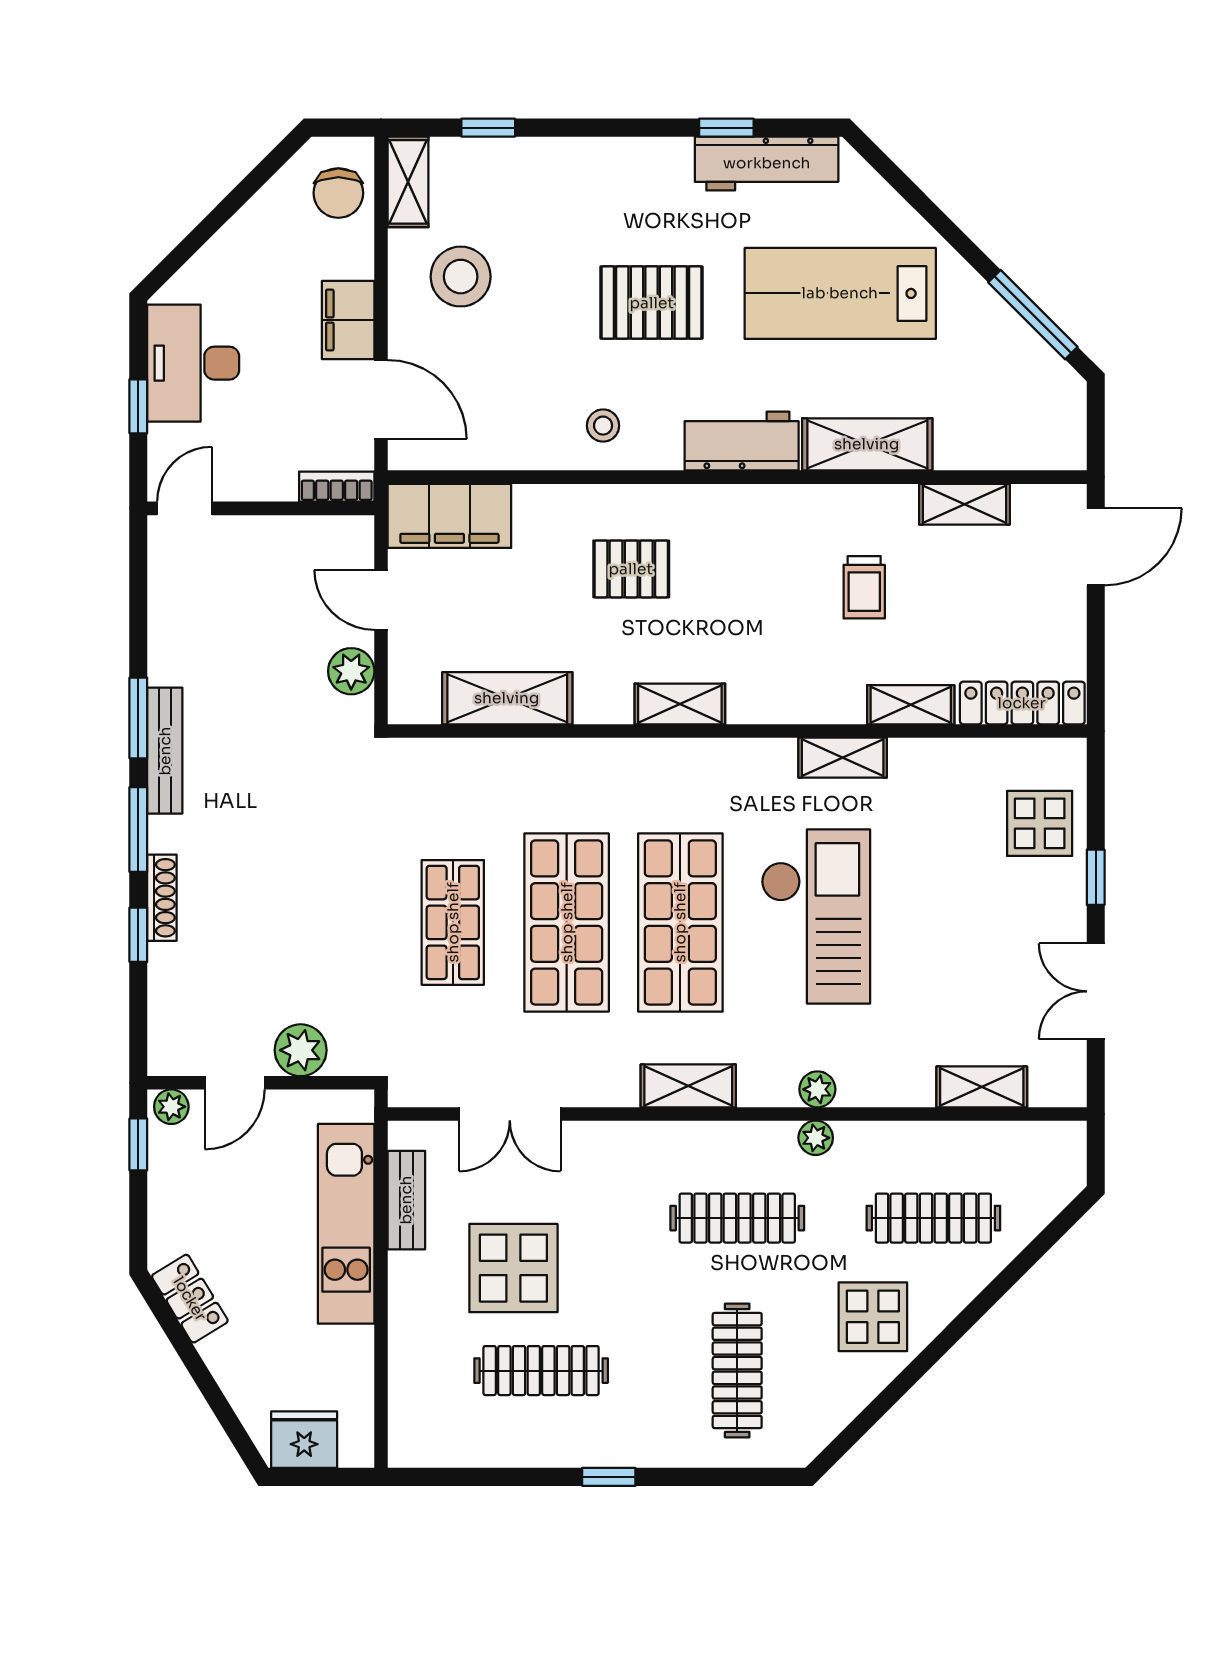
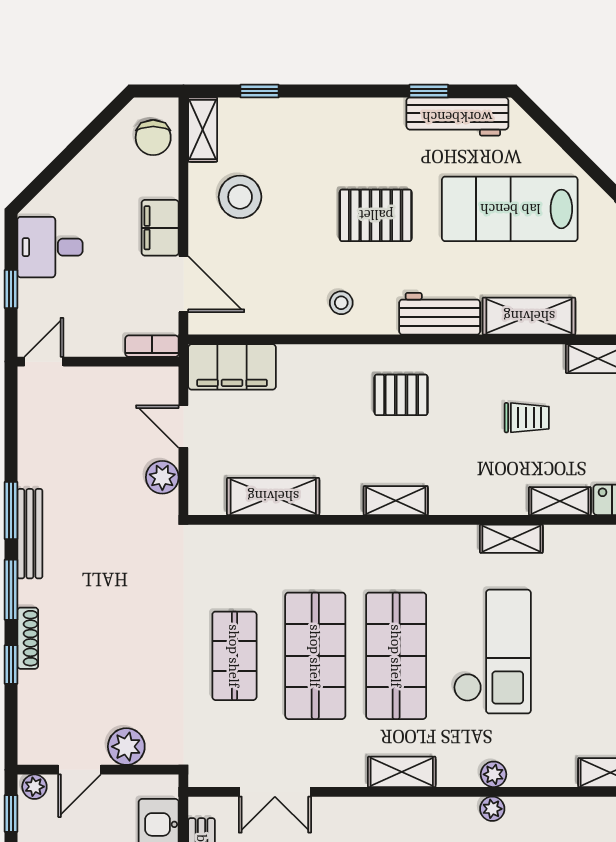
desk: (193, 363) -> (50, 247), width x0.73
pallet: (631, 569) -> (401, 395), moved
trolley: (864, 587) -> (527, 418), turned -90

